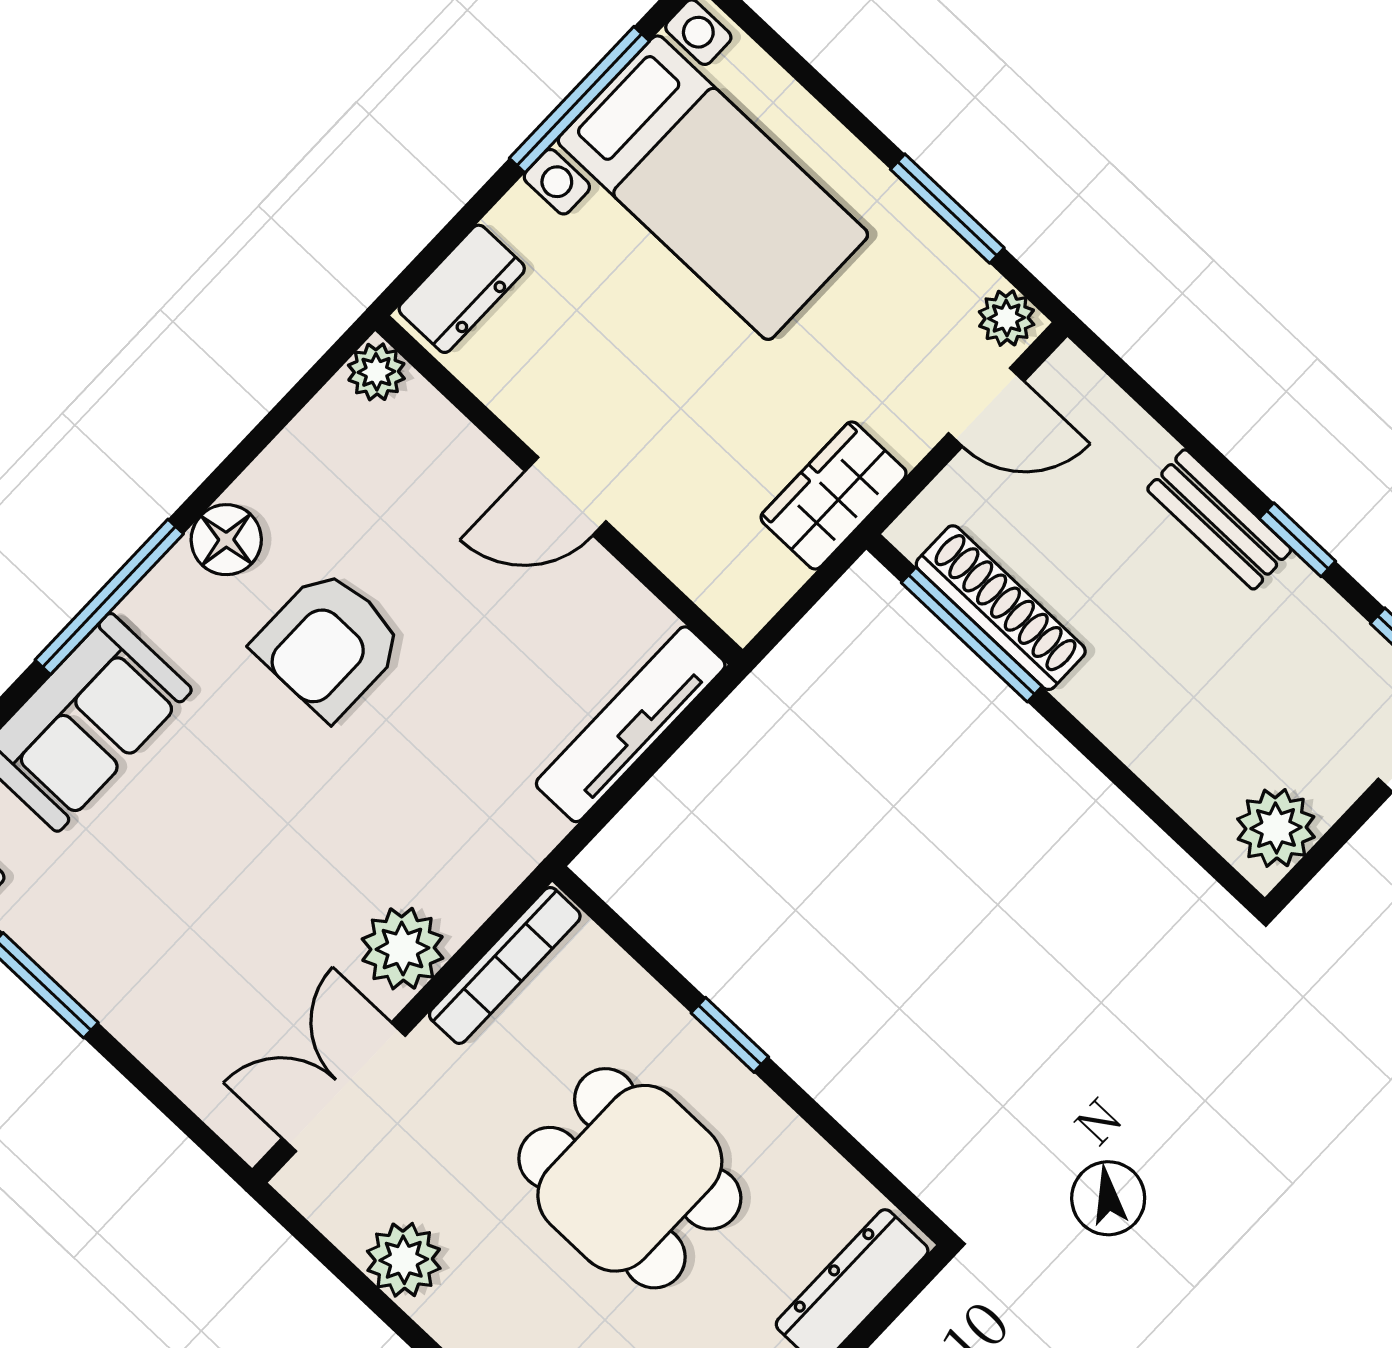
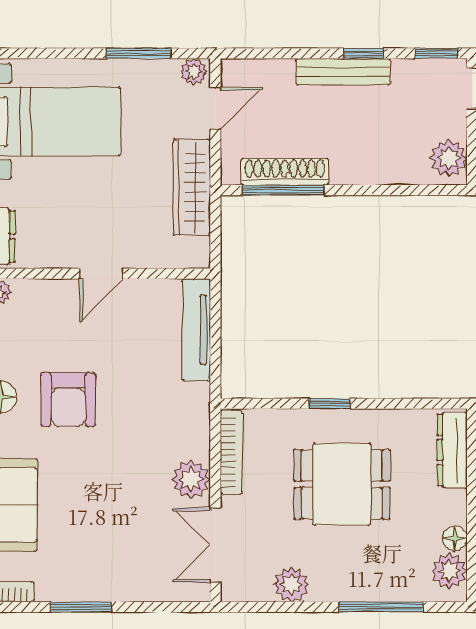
wardrobe: (834, 496) -> (192, 187), width x1.50
bench: (1219, 519) -> (343, 72), width x1.36

